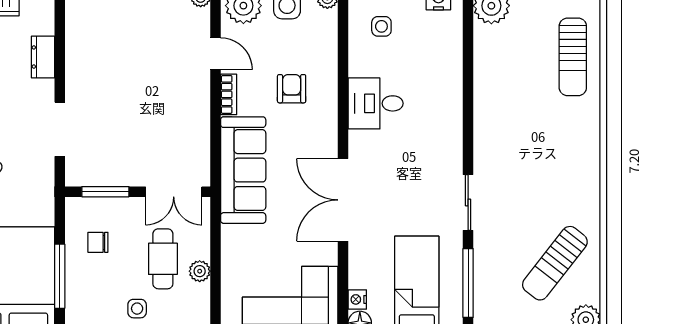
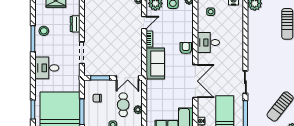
door: (215, 54) -> (144, 23), hinge flipped
armchair: (292, 89) -> (186, 48), moved
sofa: (243, 170) -> (155, 64), width x0.73
double door: (343, 200) -> (195, 81), swing flipped

